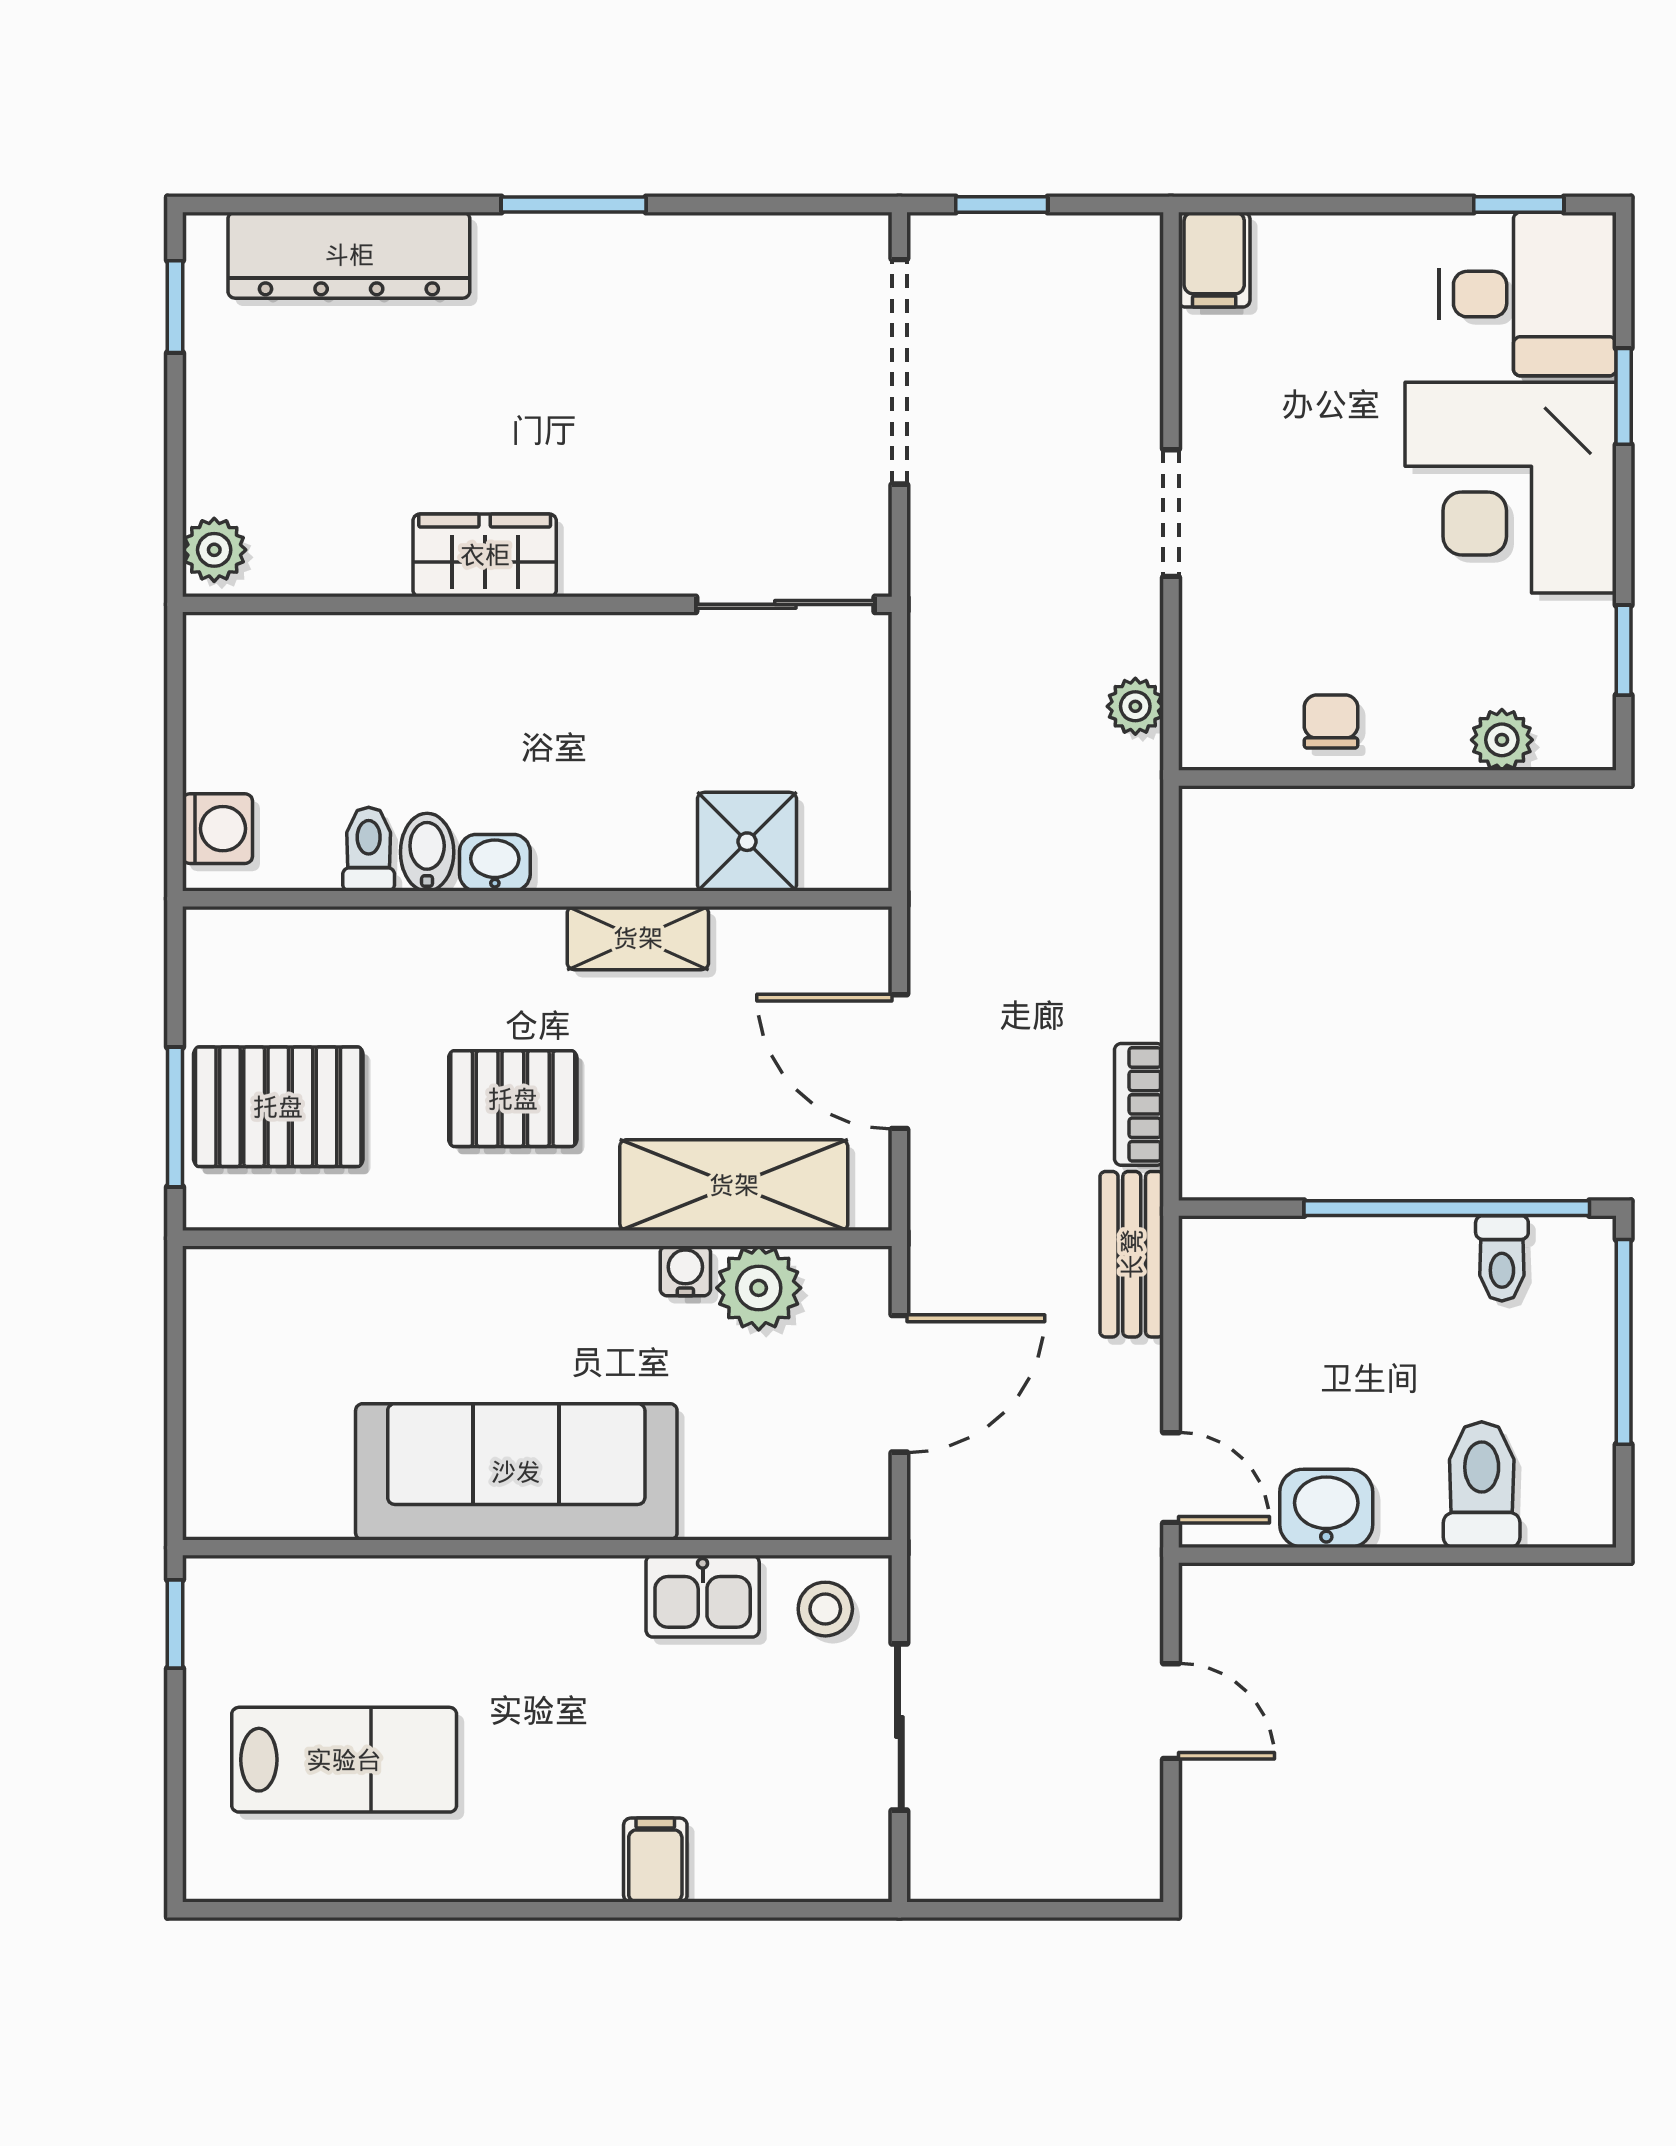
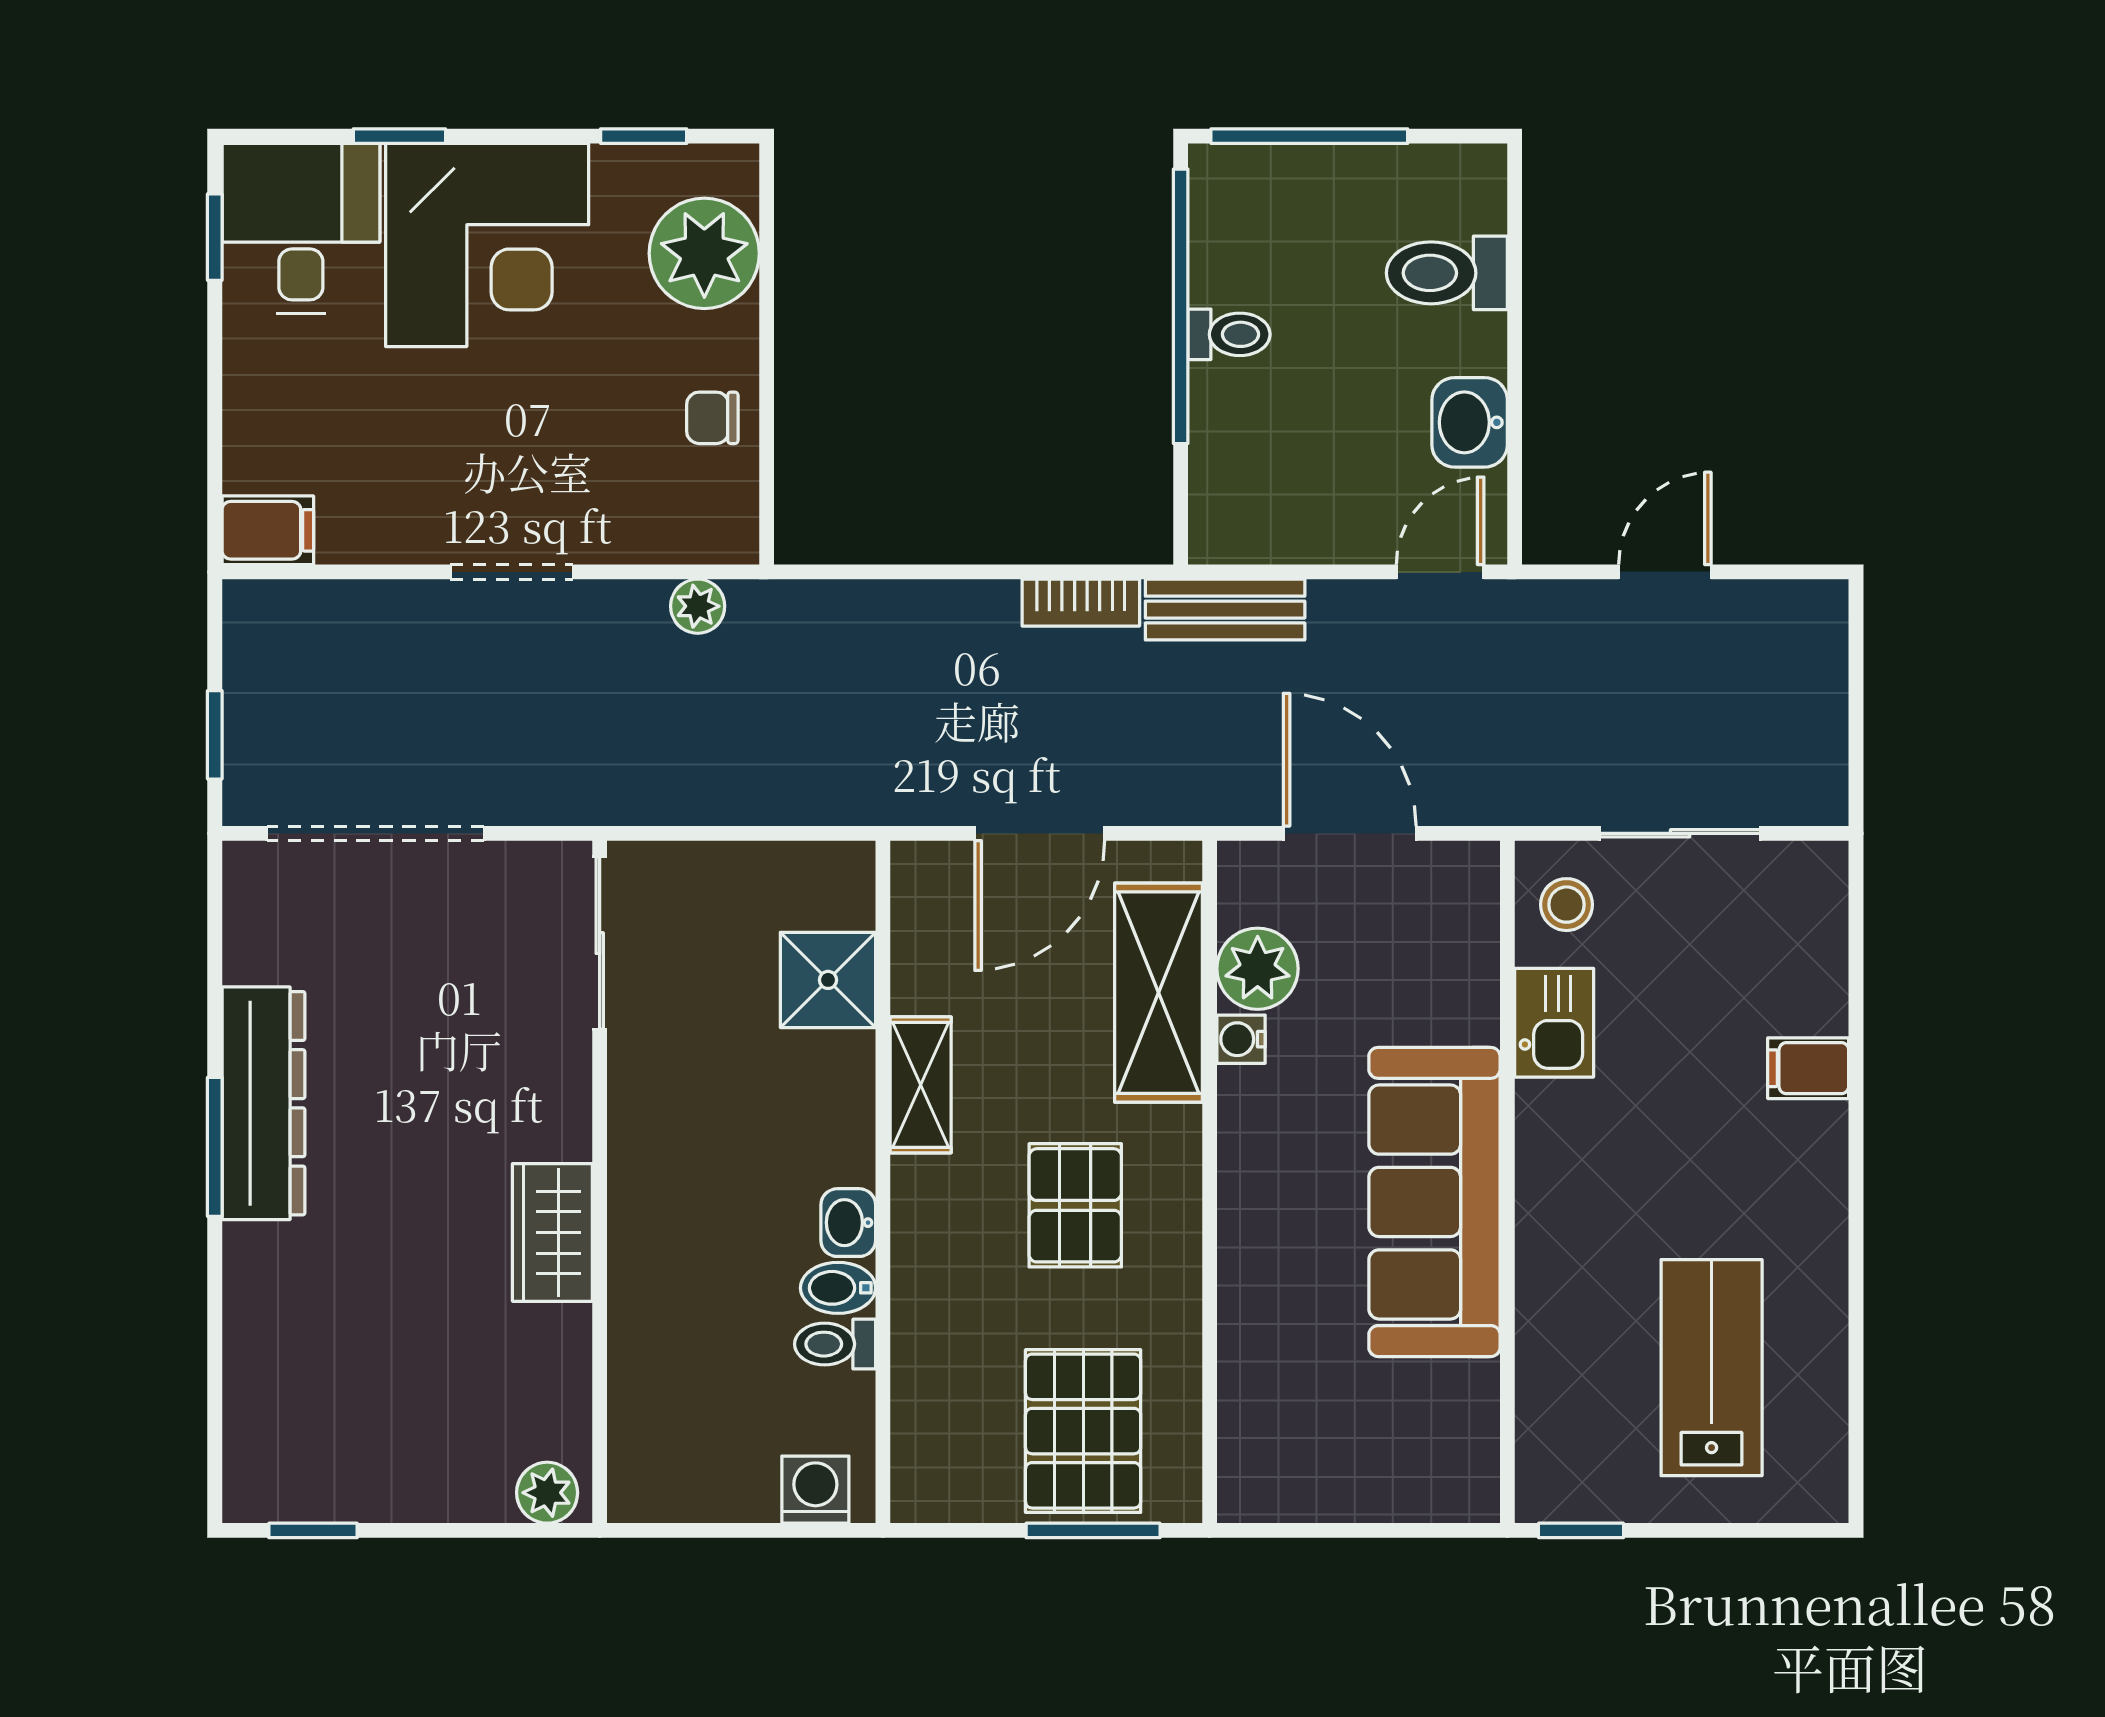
dresser: (349, 255) -> (263, 1103), moved
plant: (1502, 740) -> (704, 253), width x1.88, depth x1.88
toilet: (1502, 1258) -> (1229, 334), moved

